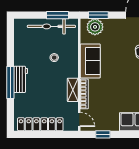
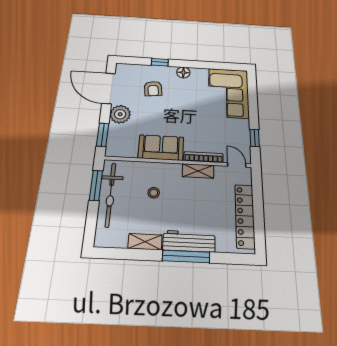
plant: (95, 27) -> (120, 114), moved
shelving: (19, 54) -> (145, 242), added
workbench: (21, 79) -> (189, 241), width x1.38
door: (79, 119) -> (237, 165), hinge flipped

